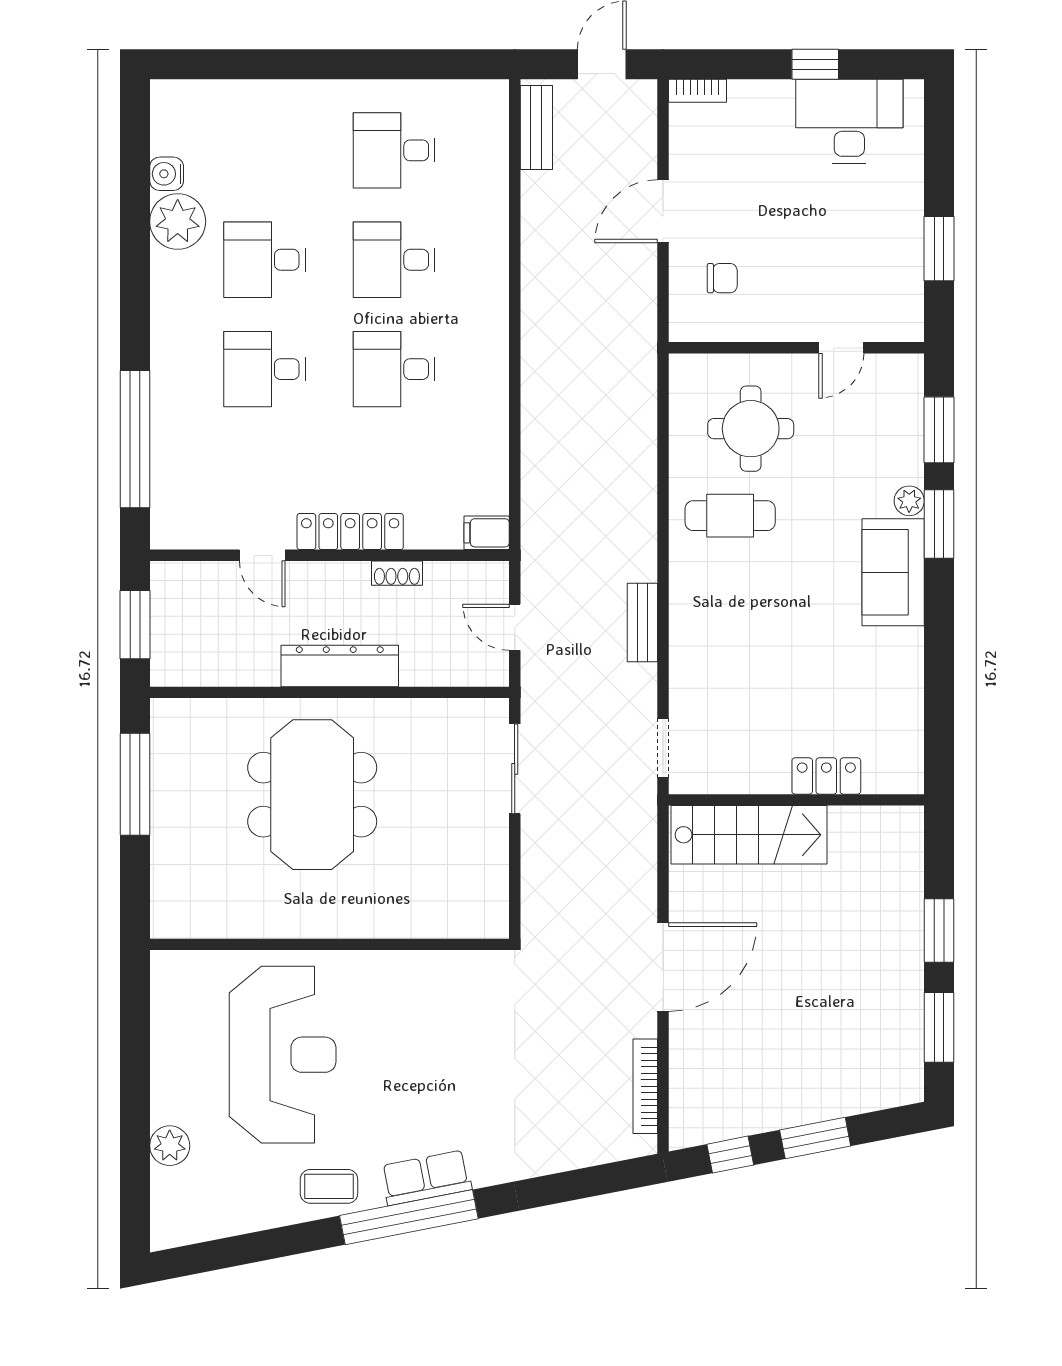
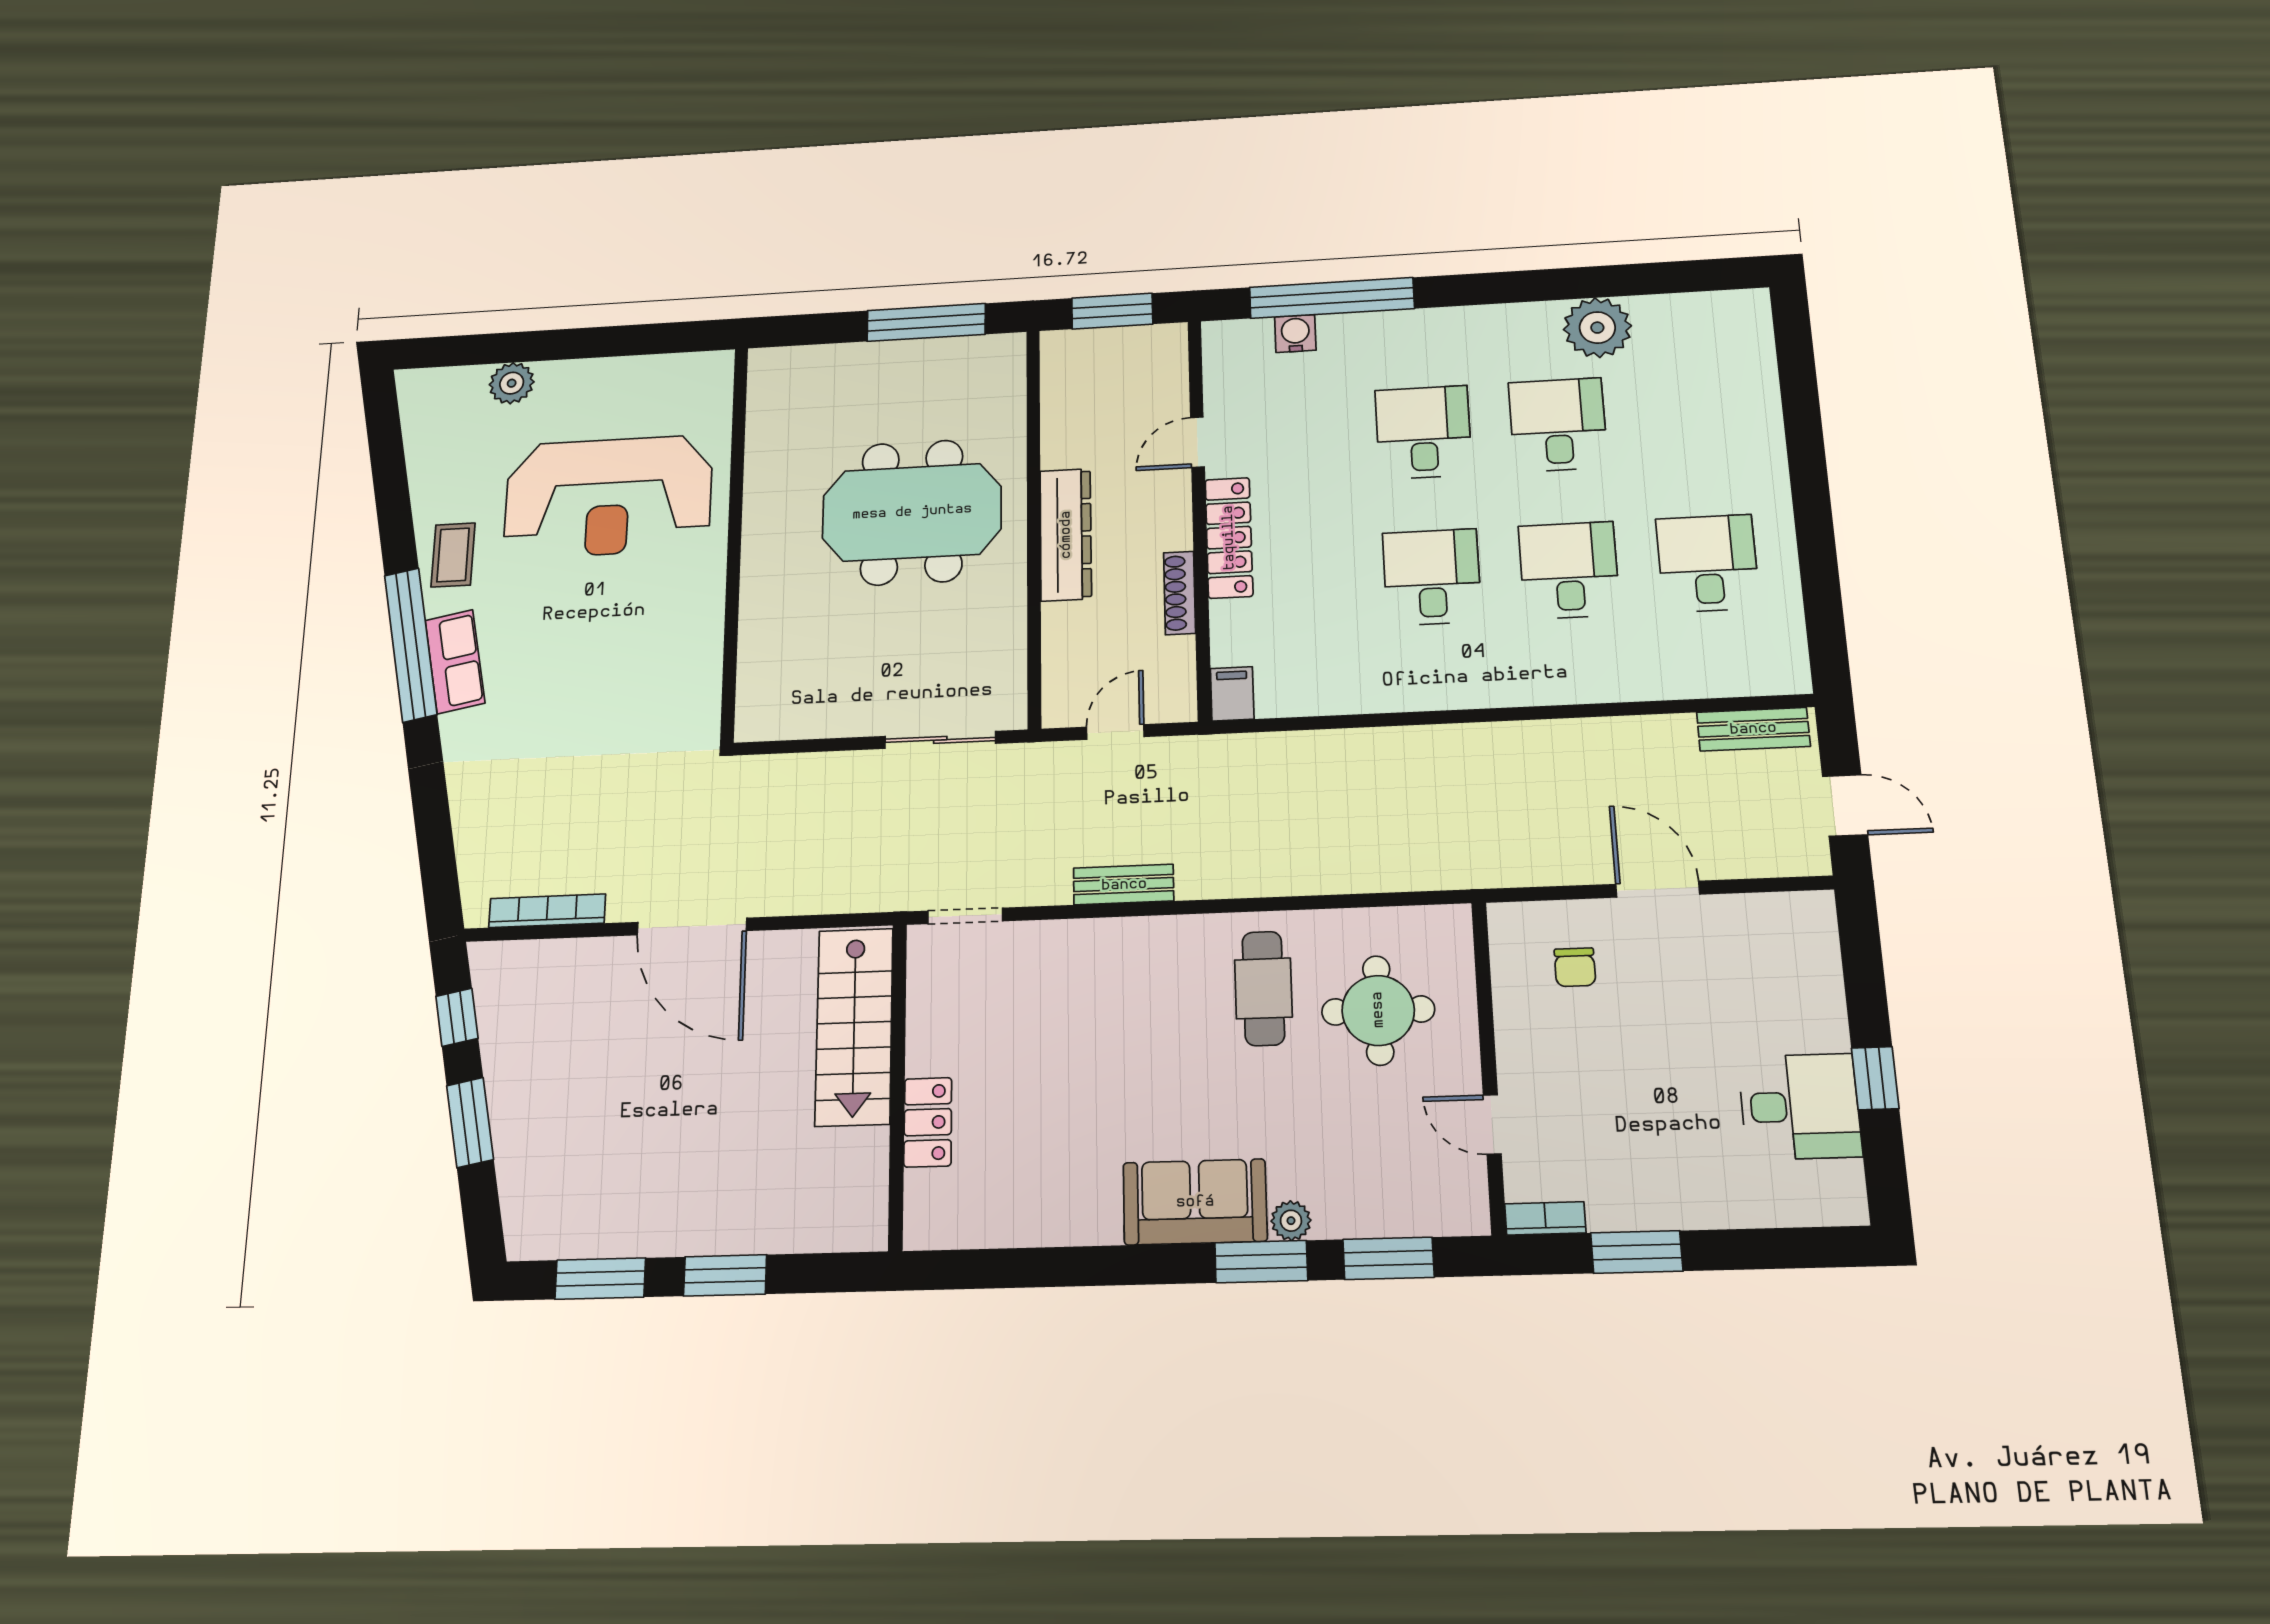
bookcase: (697, 91) -> (1545, 1218), moved, turned 90
desk: (849, 121) -> (1800, 1107), width x0.73
water cooler: (167, 174) -> (1295, 334), moved
shoe rack: (397, 573) -> (1179, 593), width x1.43

